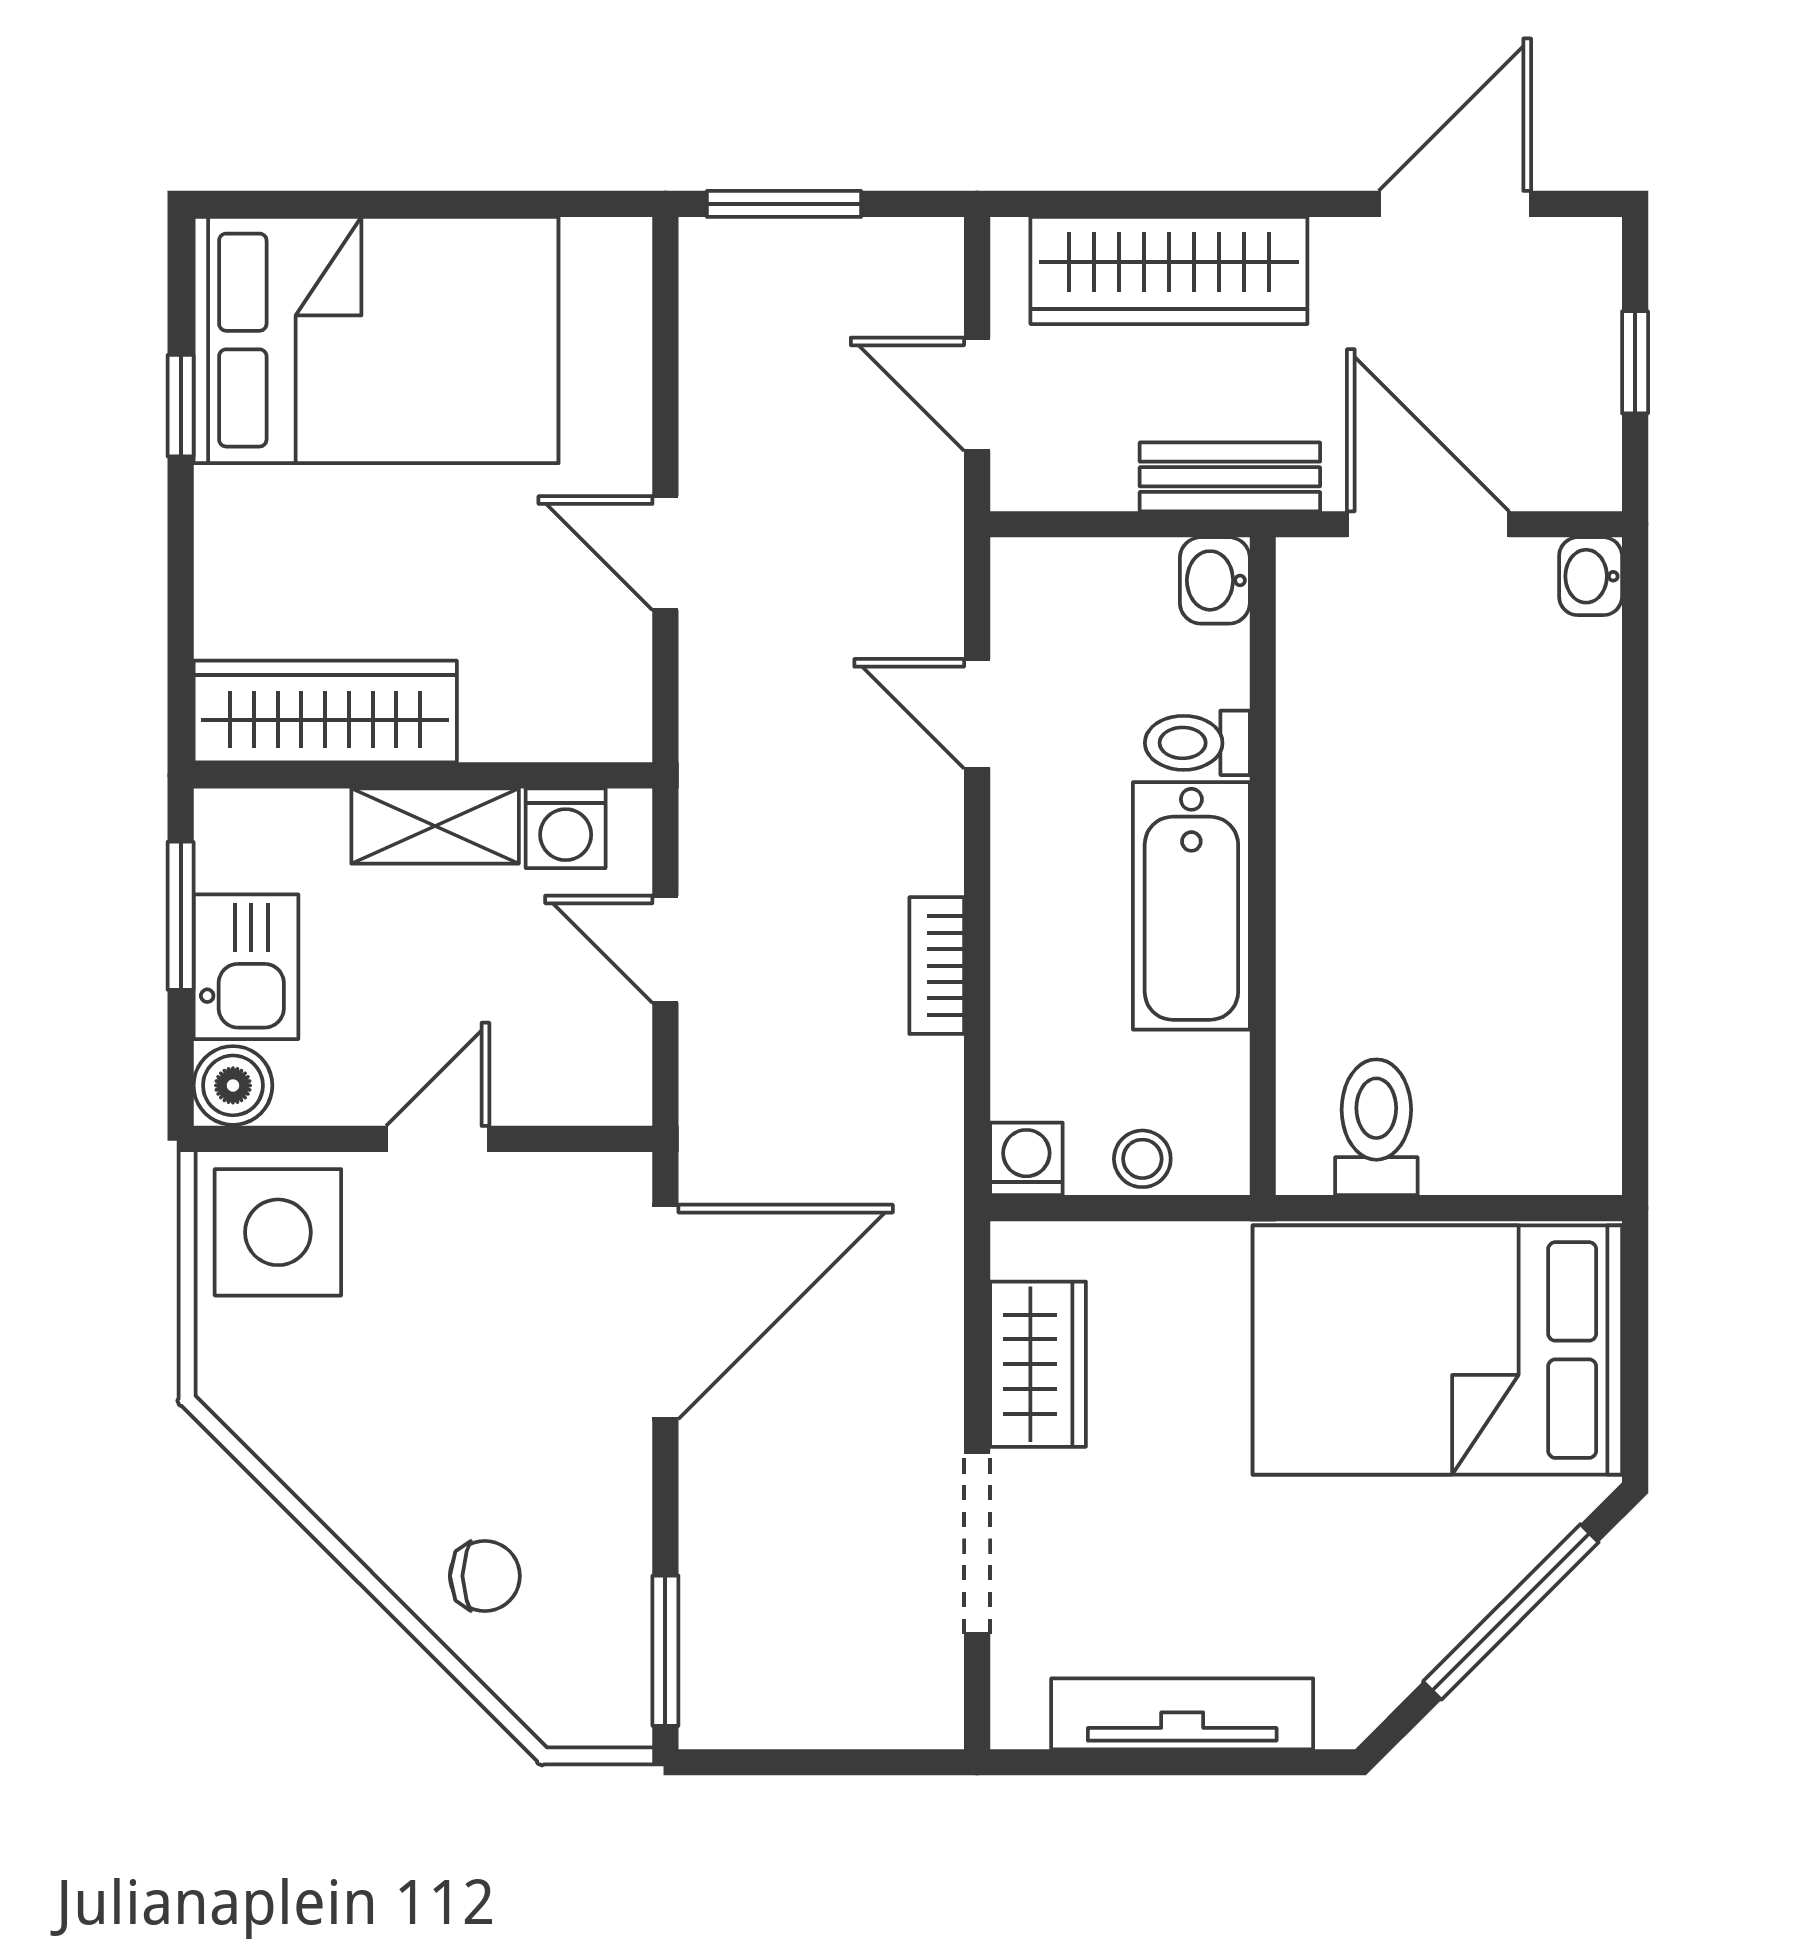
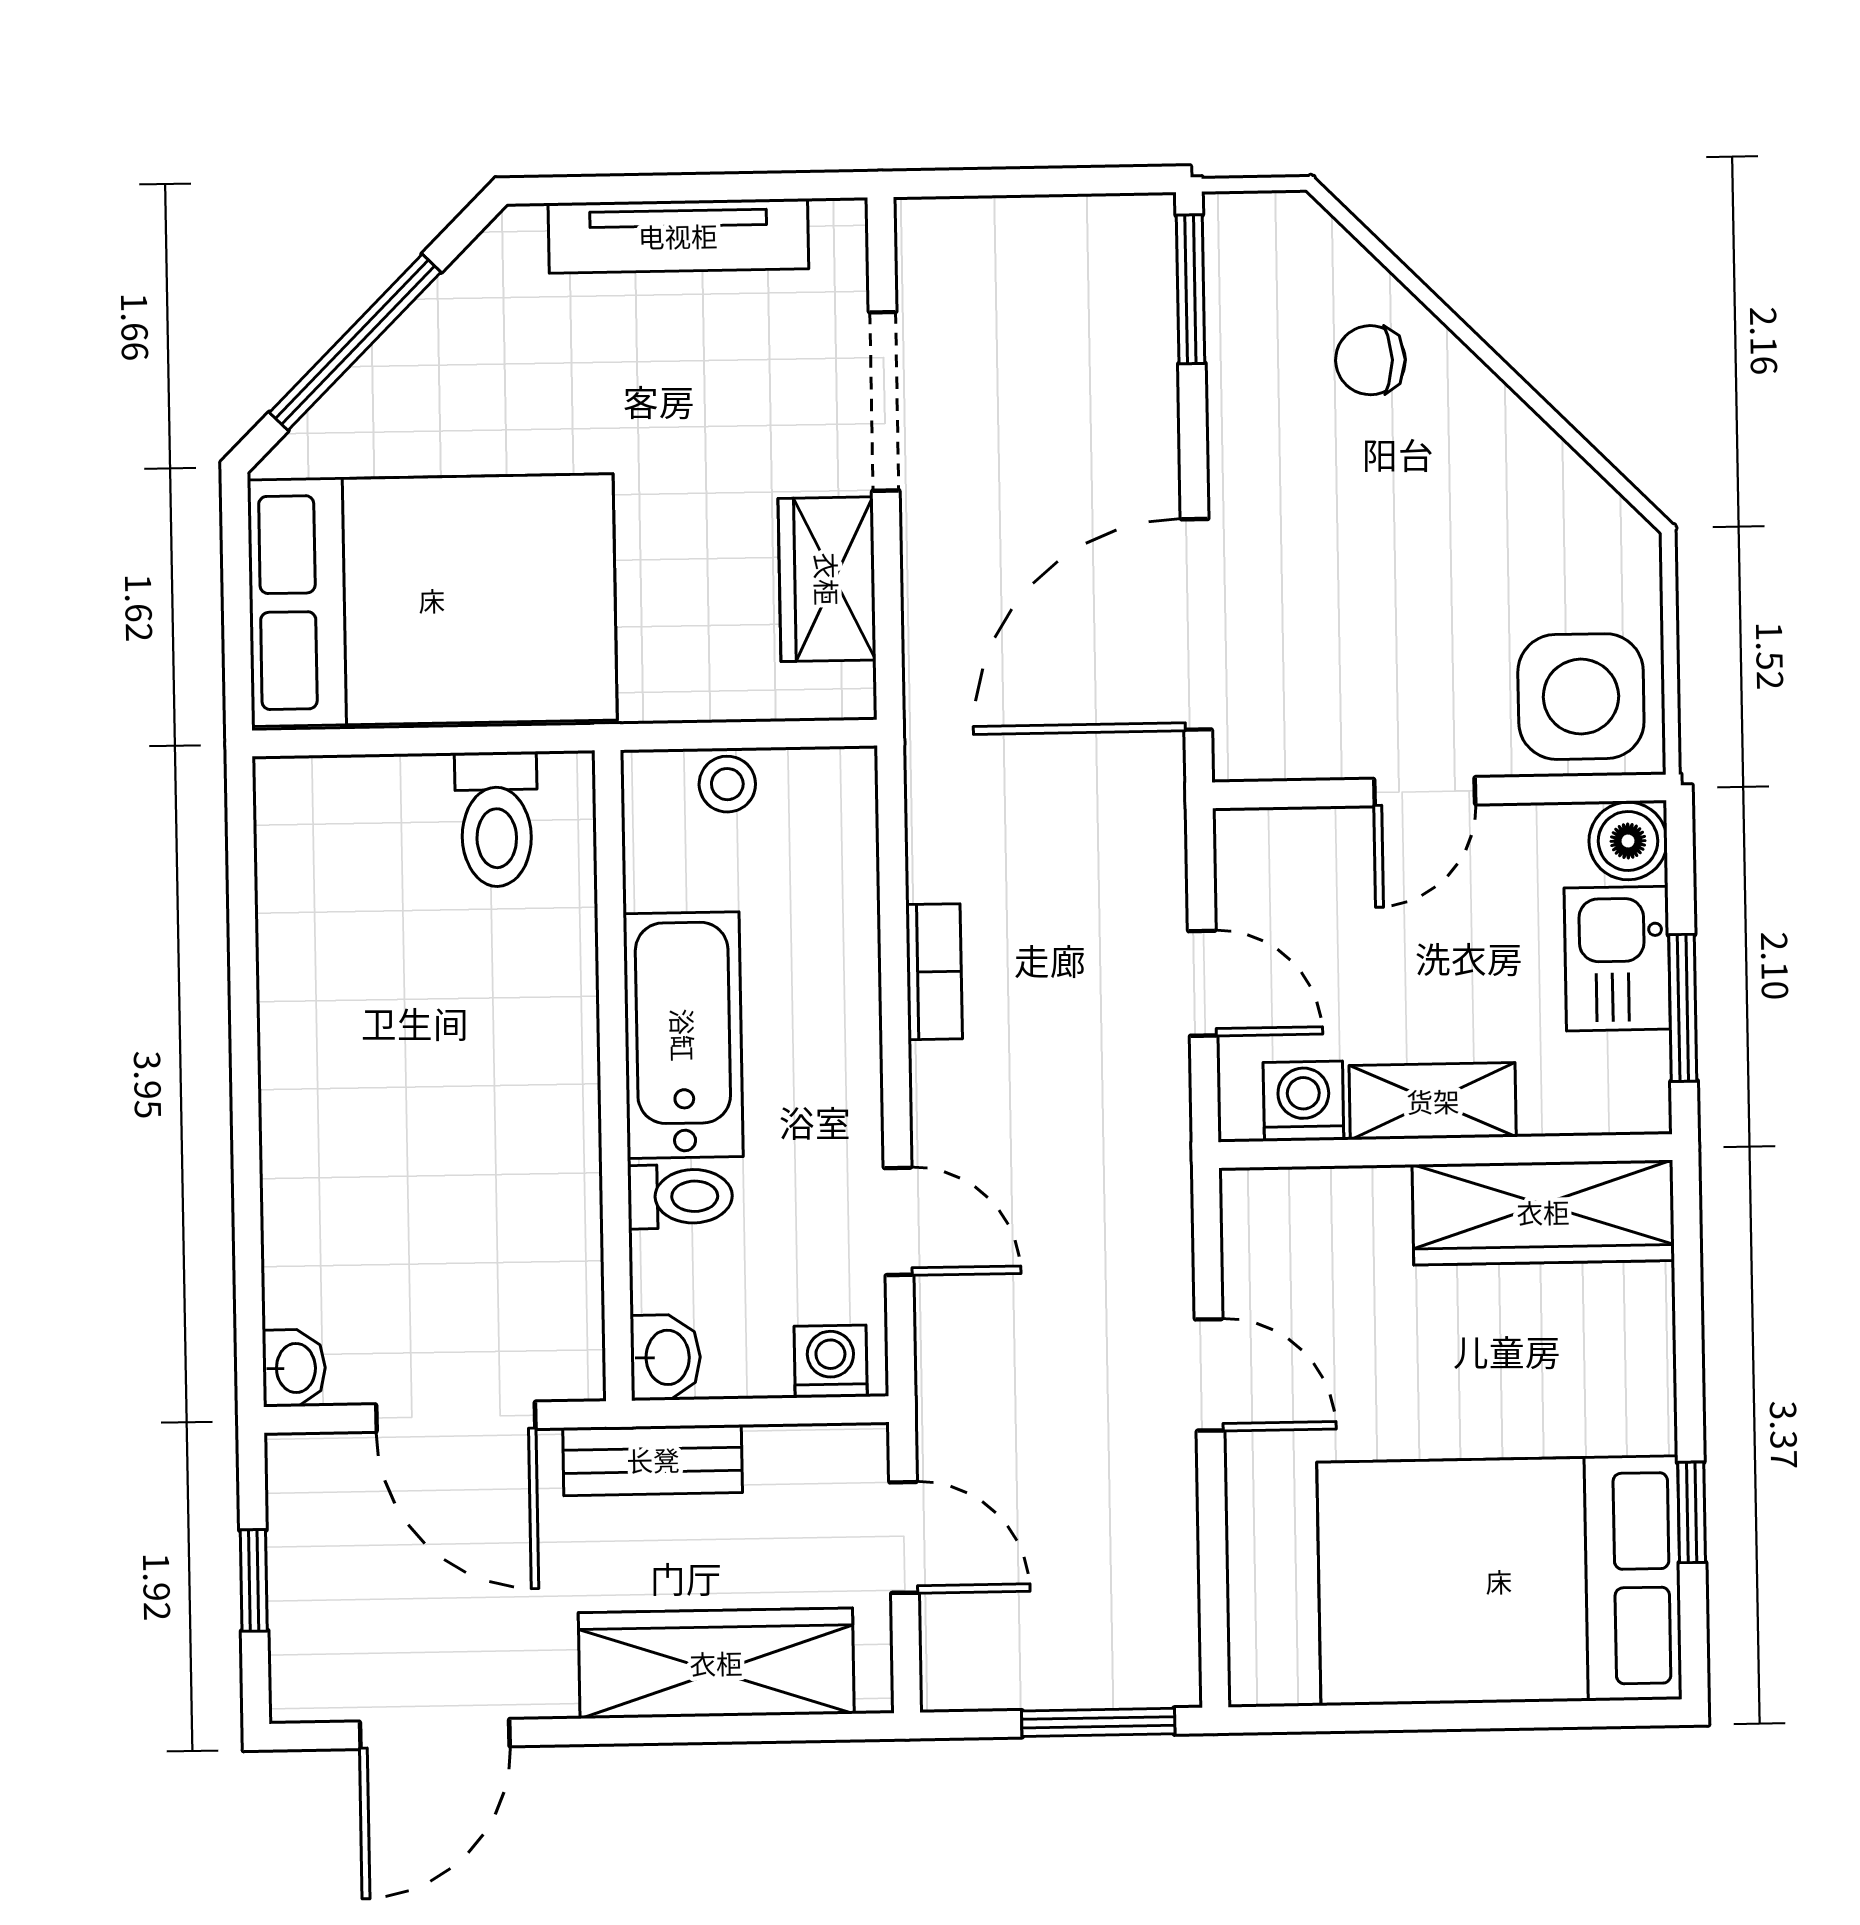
washing machine: (1026, 1159) -> (831, 1361), moved, turned 180

